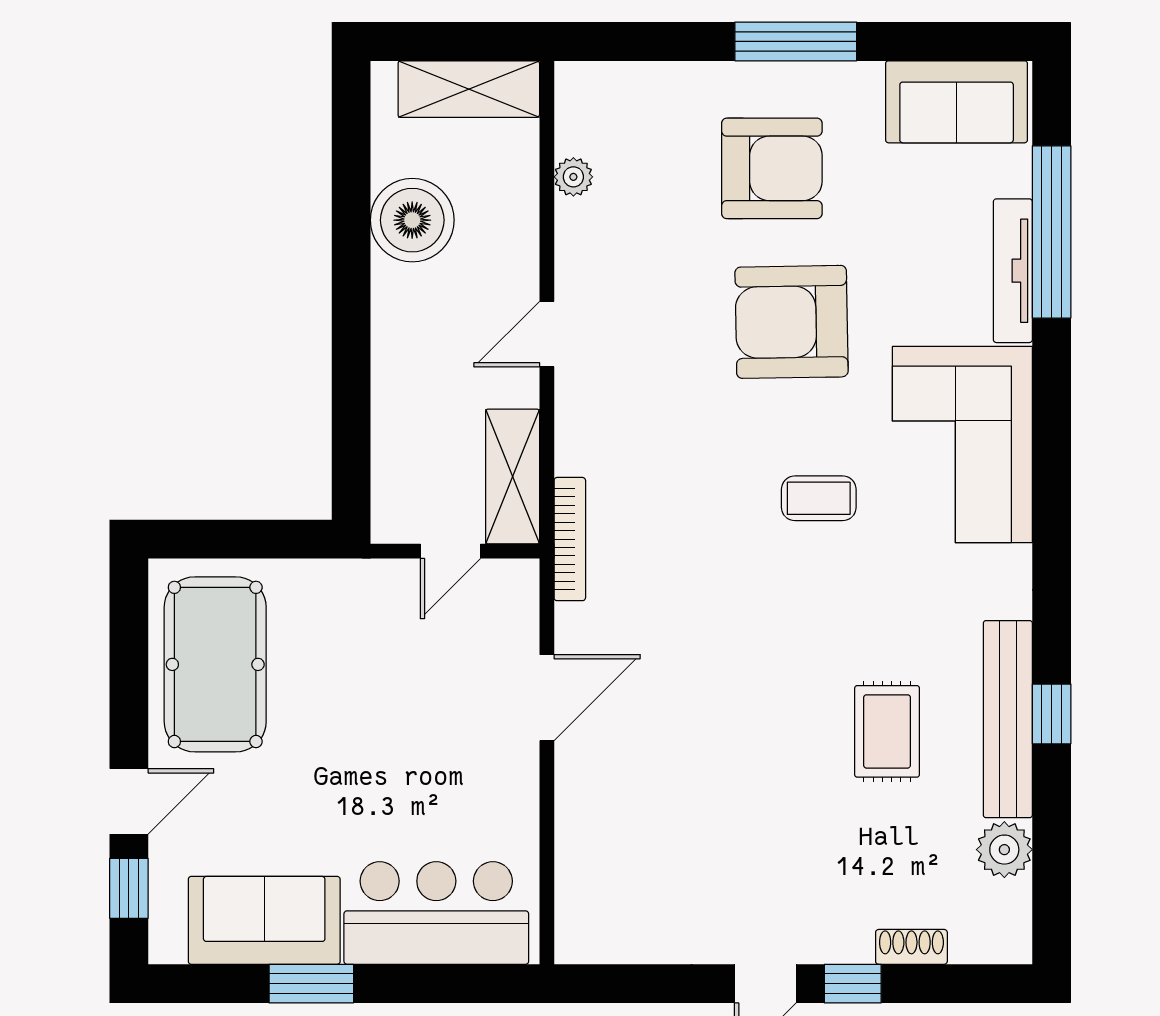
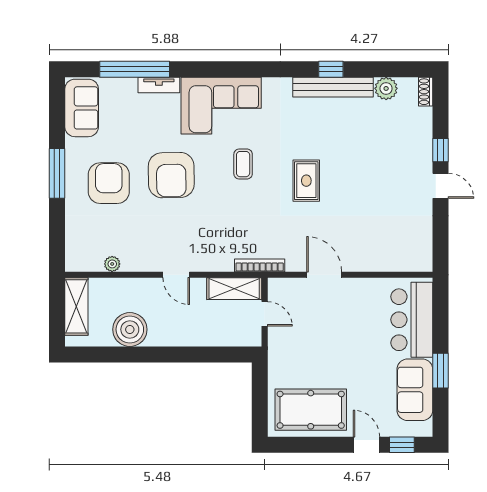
tv unit: (1013, 271) -> (159, 85), width x0.71
rug: (887, 731) -> (306, 181), moved, turned 90
shoe rack: (911, 947) -> (426, 92), moved

